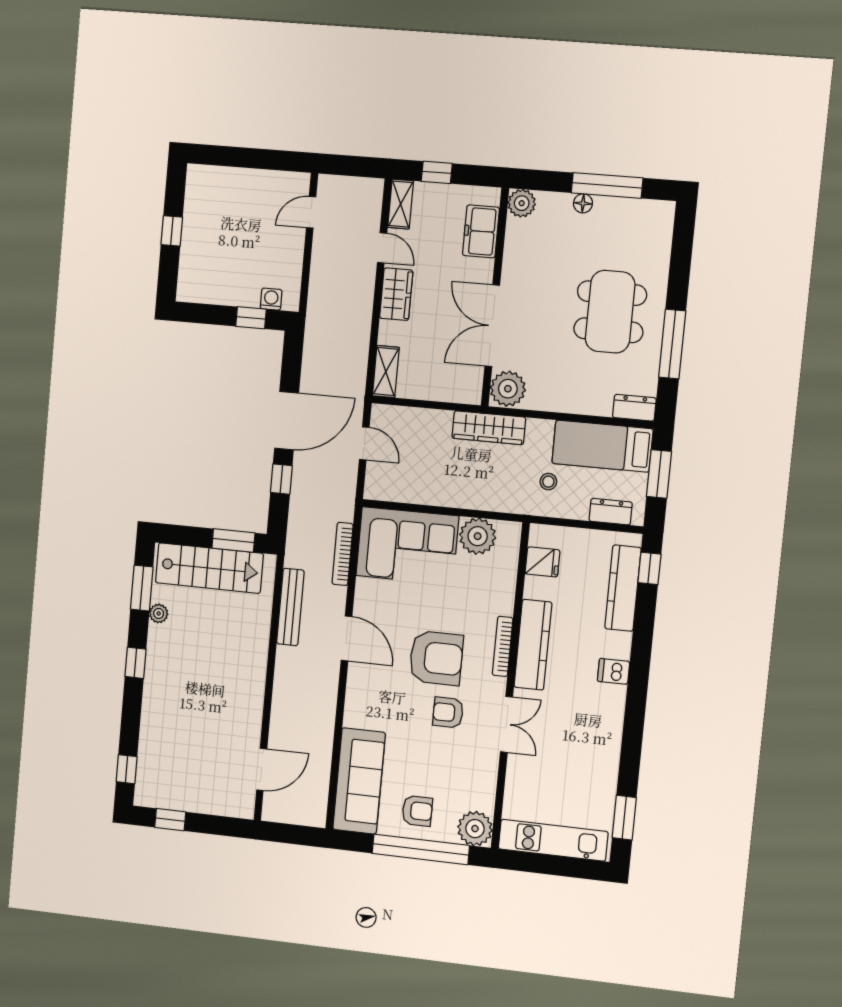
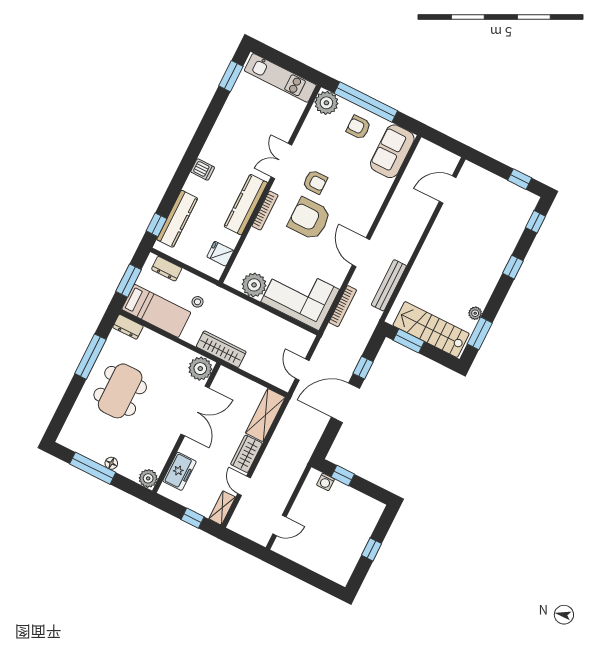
shelving: (386, 372) -> (265, 415), width x1.50, depth x1.33
window: (135, 663) -> (513, 267), moved
sofa: (359, 781) -> (392, 151), width x0.73

